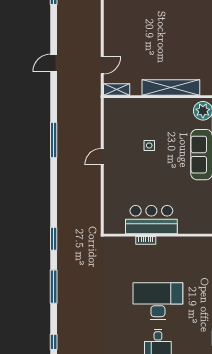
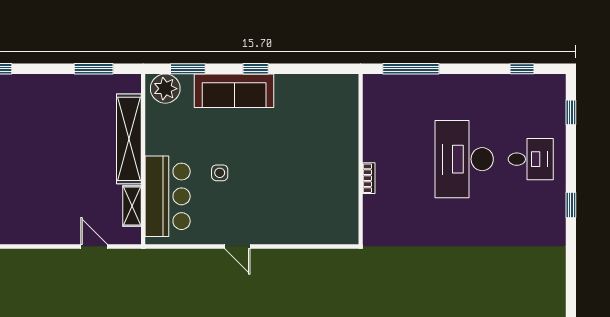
shelving: (117, 90) -> (132, 206), moved
bar counter: (151, 220) -> (168, 196), moved, turned 180

